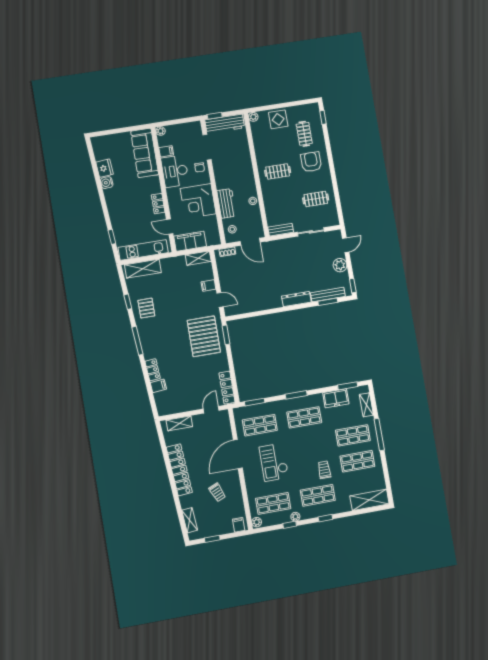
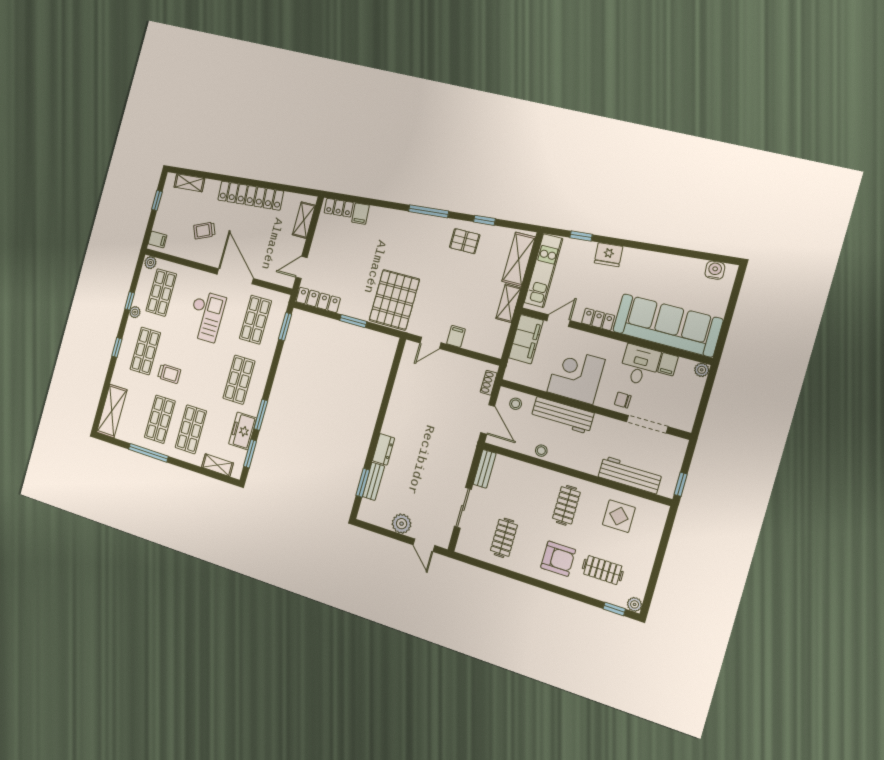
window: (215, 116) -> (681, 484), moved
plant: (253, 117) -> (635, 604), moved
display table: (278, 119) -> (619, 516), moved
workbench: (225, 124) -> (630, 475), moved, turned 90
sofa: (145, 153) -> (668, 325), width x1.36, depth x1.27
fridge: (104, 168) -> (608, 255), moved
desk: (175, 171) -> (640, 365), width x0.73
water cooler: (107, 183) -> (715, 270), moved
workbench: (226, 203) -> (562, 415), width x1.38
door: (250, 242) -> (488, 419), swing flipped
shelving: (198, 258) -> (508, 303), moved
window: (353, 286) -> (368, 526), removed
bench: (328, 295) -> (373, 481), width x0.73
dresser: (296, 299) -> (383, 449), width x0.70
window: (226, 335) -> (353, 321), moved
pallet: (204, 336) -> (394, 300), turned 90
locker: (153, 370) -> (339, 208), moved
window: (296, 395) -> (261, 415), moved
door: (211, 410) -> (301, 267), swing flipped
window: (379, 434) -> (148, 453), moved
checkout: (274, 462) -> (206, 316), turned 90

